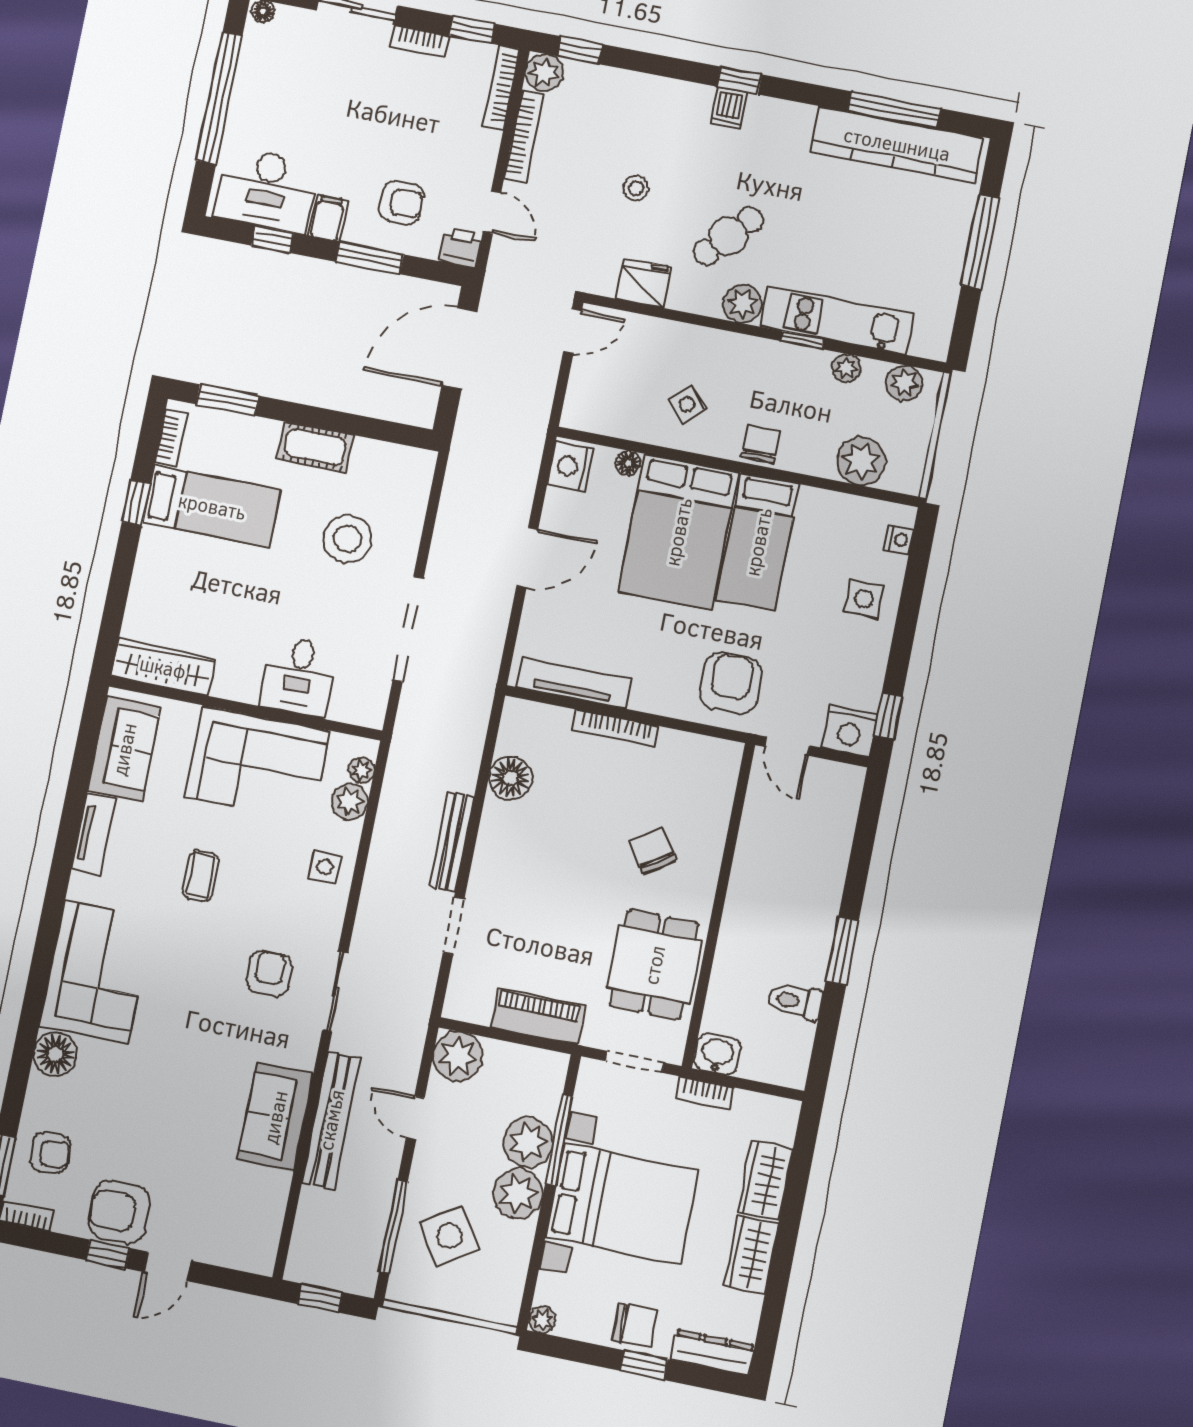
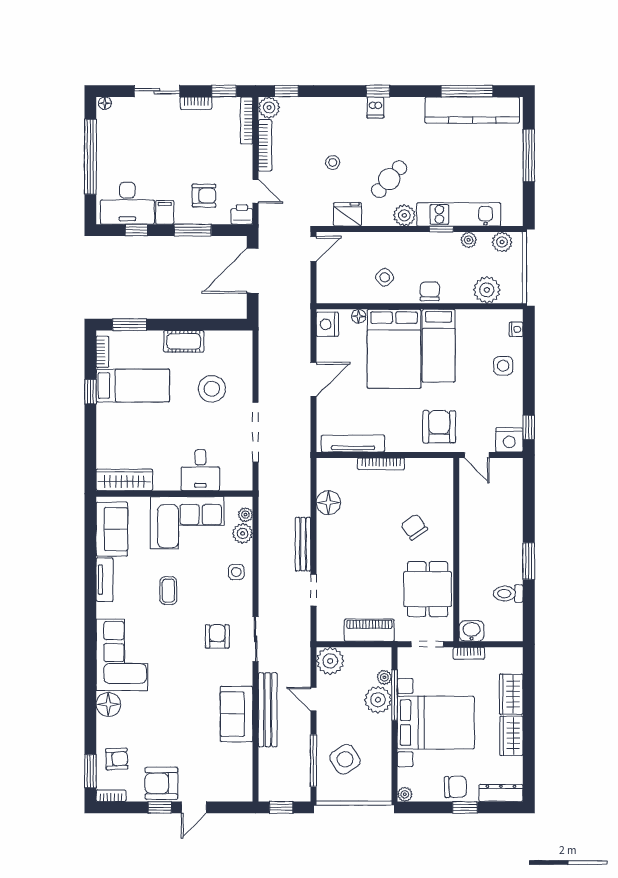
plant: (518, 1194) -> (384, 677), moved, width x0.53, depth x0.53

